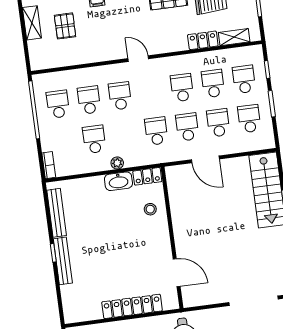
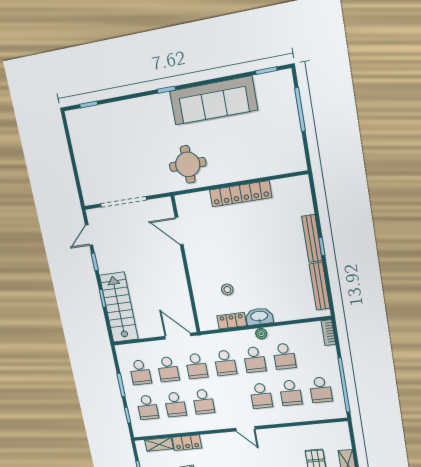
school desk: (125, 135) -> (255, 360), added
wall: (172, 238) -> (186, 265), moved
door: (177, 273) -> (179, 231), moved

